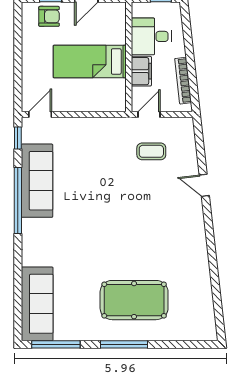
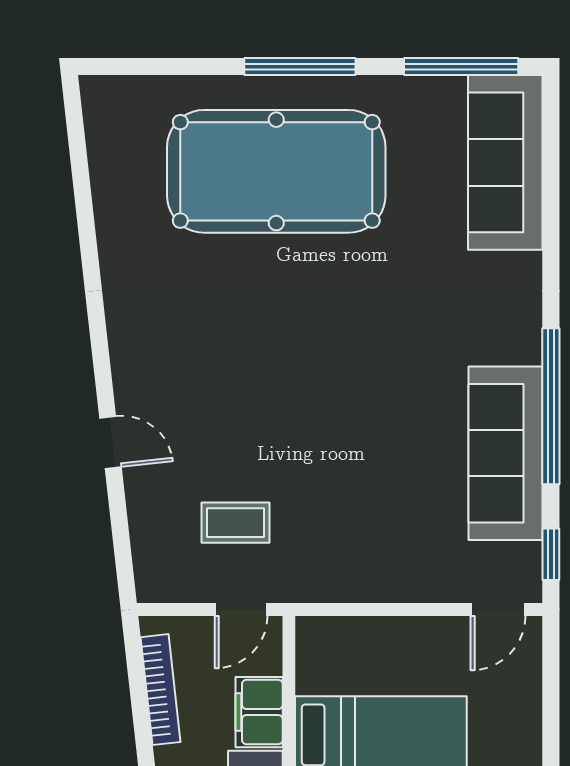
pool table: (134, 300) -> (276, 171), width x1.36, depth x1.32

